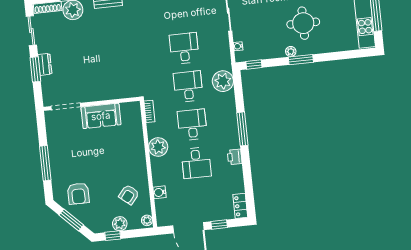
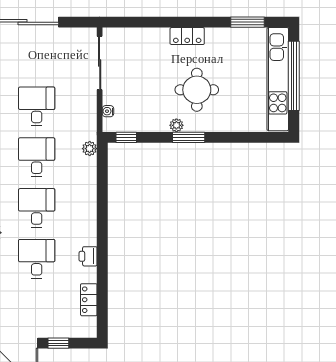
plant: (223, 81) -> (90, 149), width x0.53, depth x0.53
window: (242, 129) -> (102, 221), removed
desk: (196, 163) -> (37, 259), turned 180
locker: (240, 206) -> (89, 300), moved

